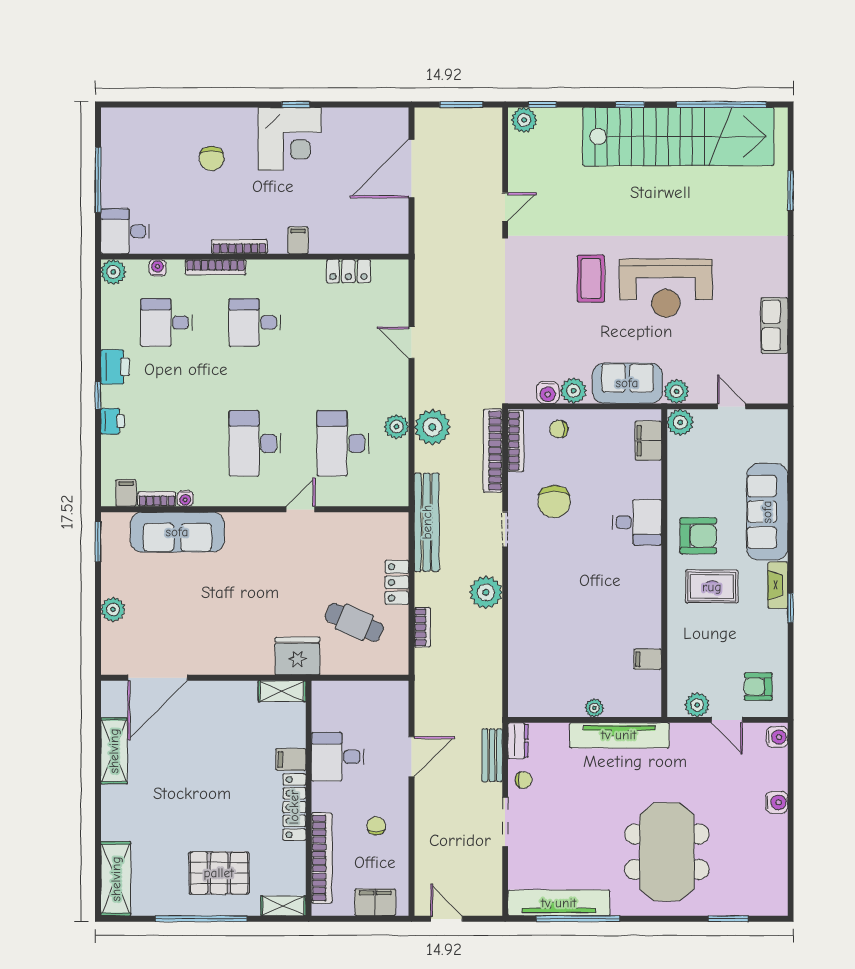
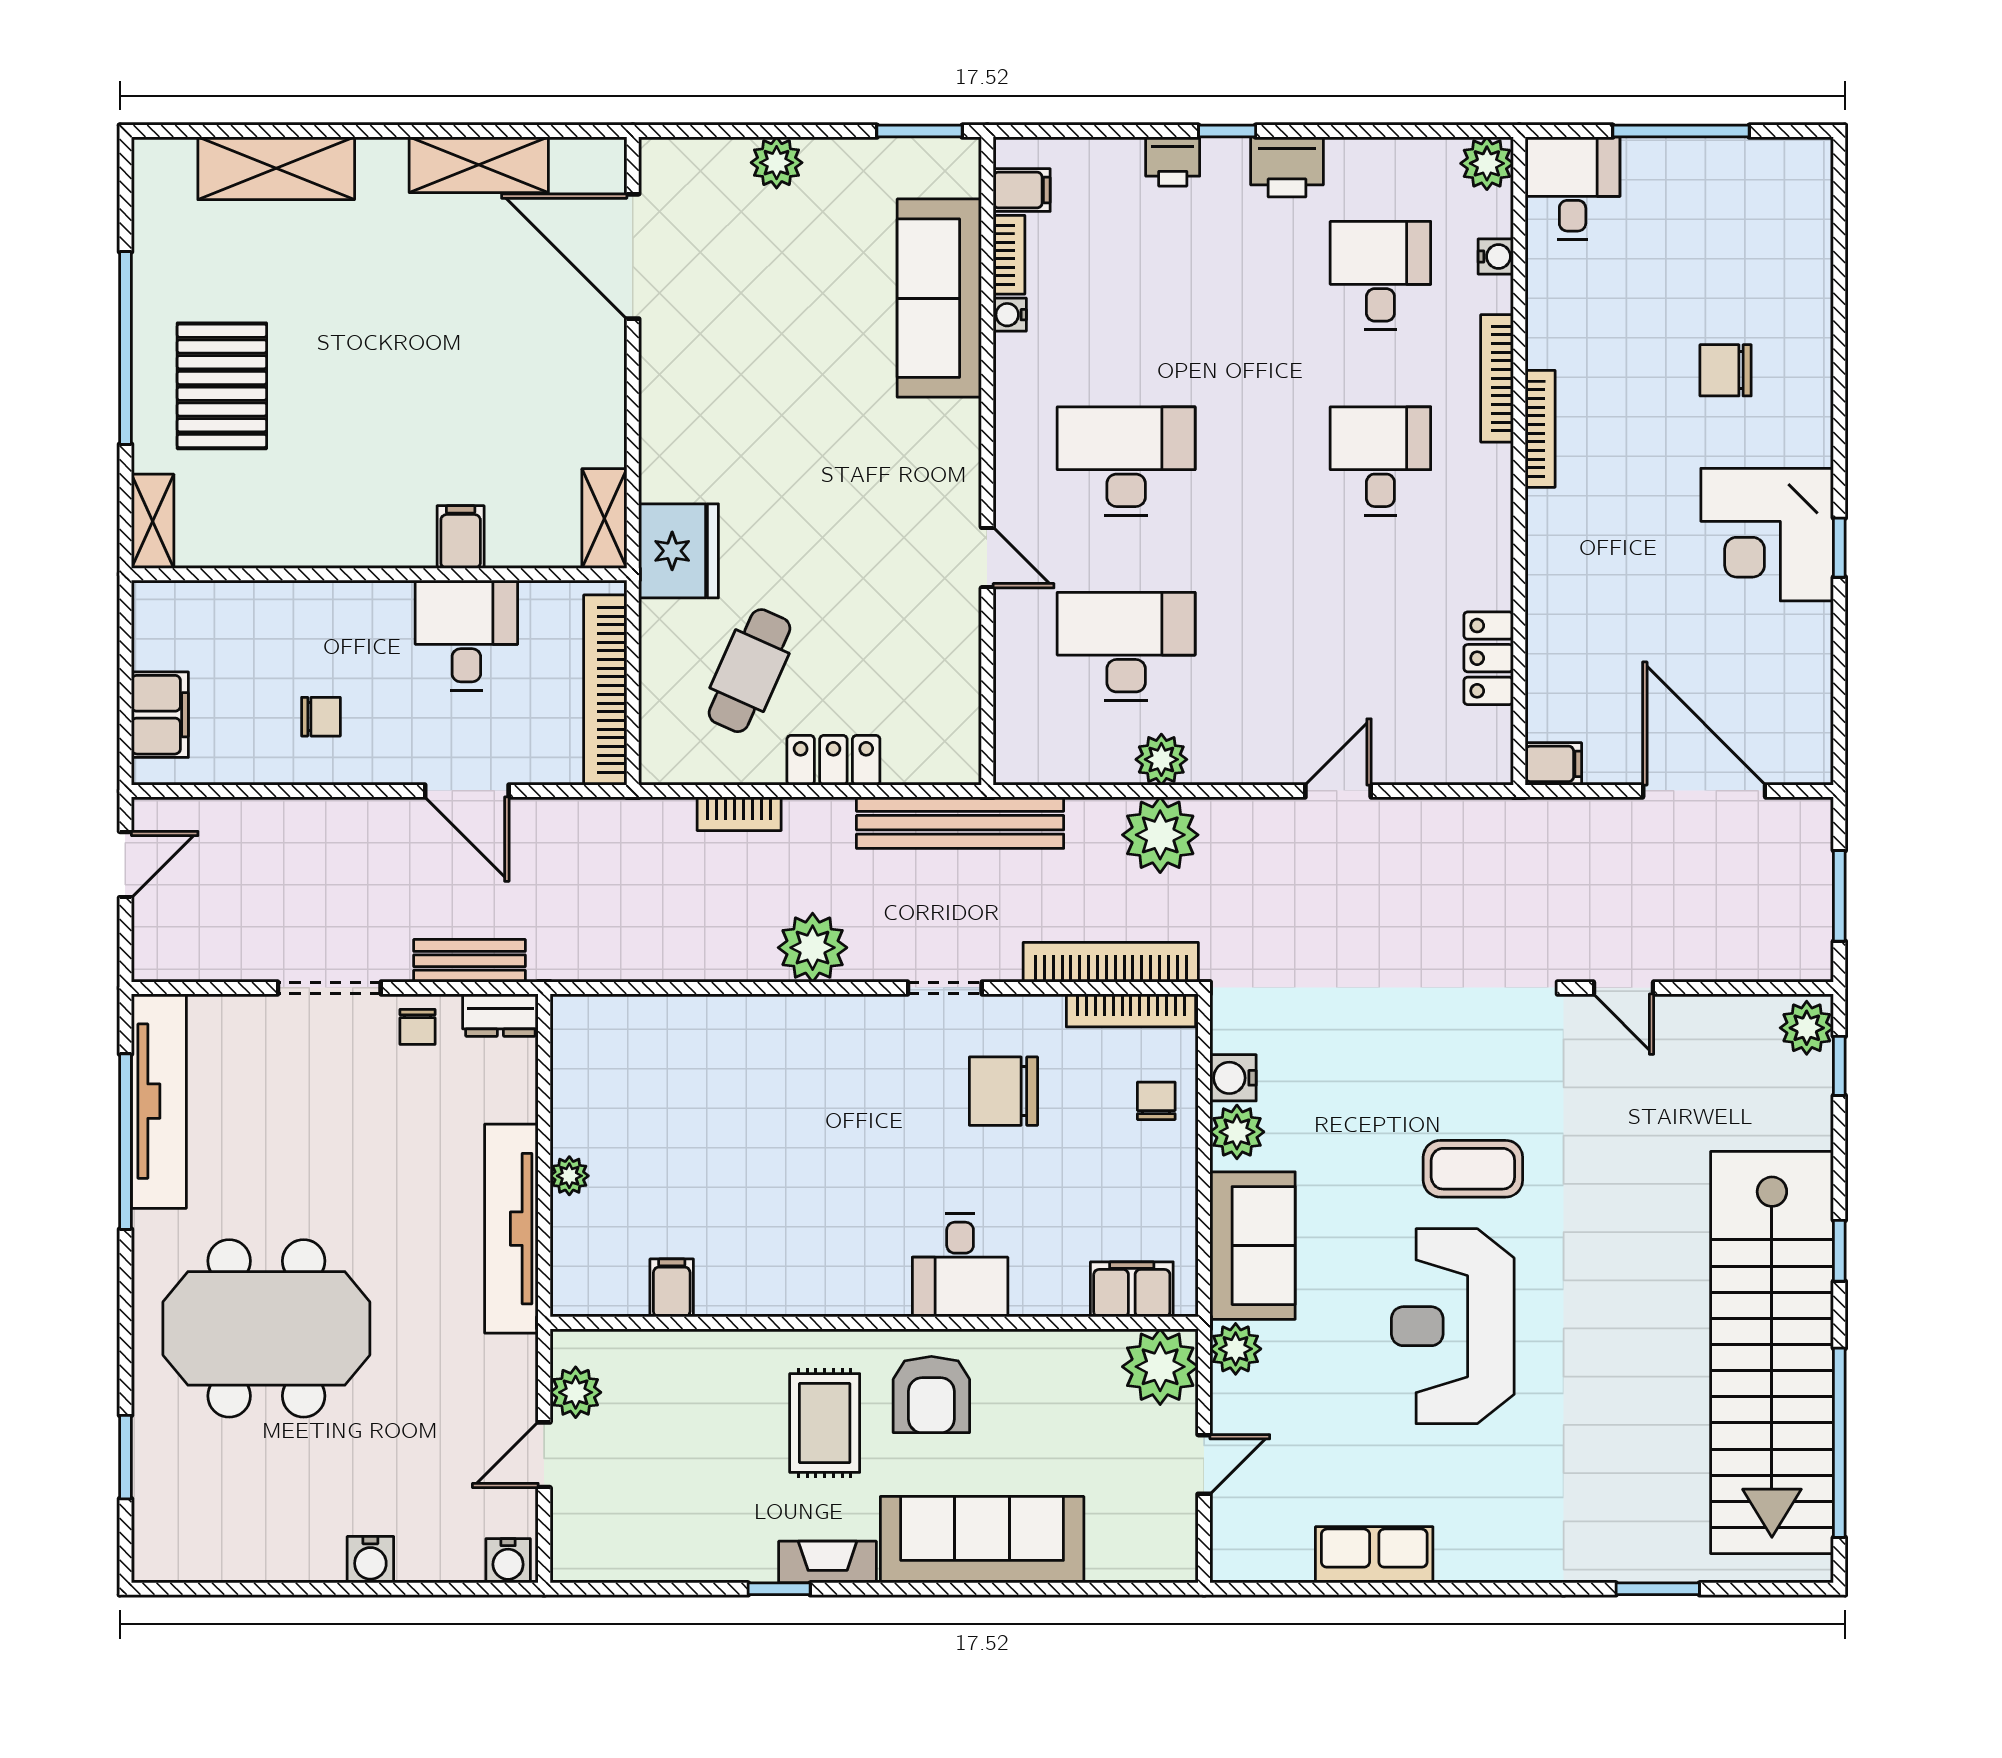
filing cabinet: (298, 240) -> (1553, 764), moved
plant: (680, 422) -> (1160, 1367), width x1.36, depth x1.36
armchair: (758, 687) -> (614, 1521), removed
locker: (294, 807) -> (361, 544), removed
bookcase: (322, 858) -> (605, 690), moved, turned 90
shelving: (116, 879) -> (276, 168), moved

